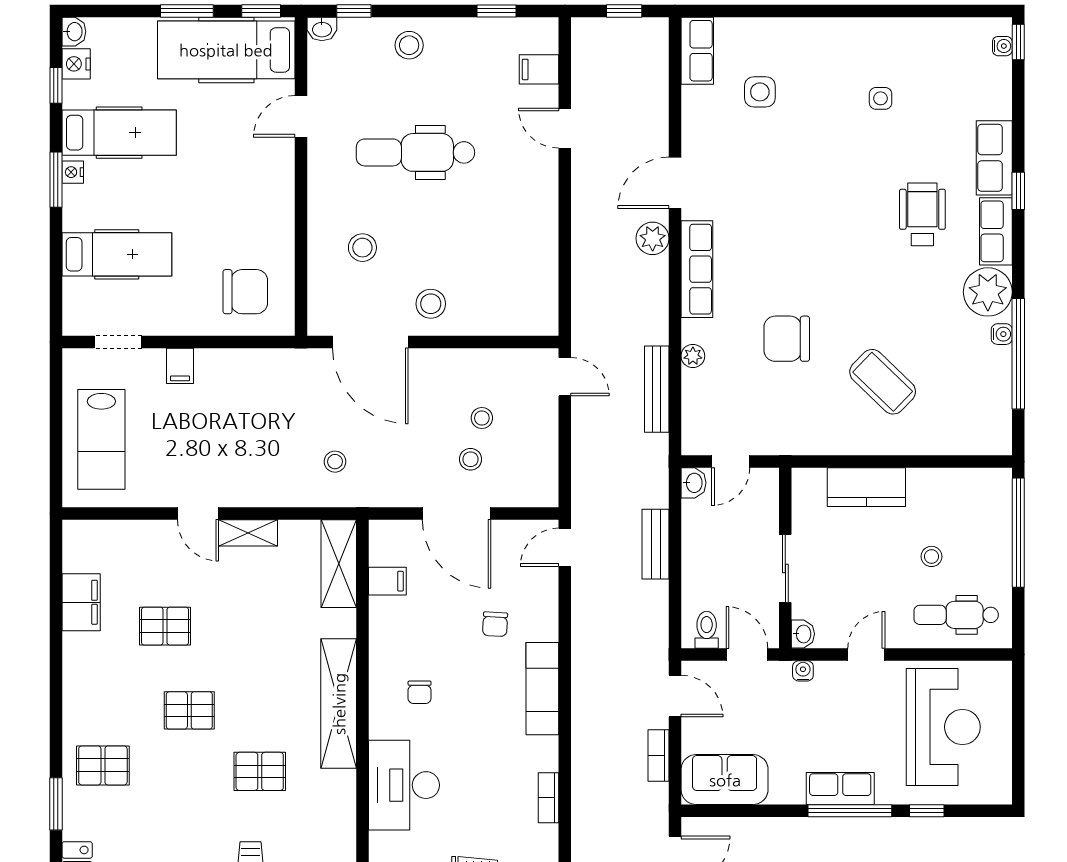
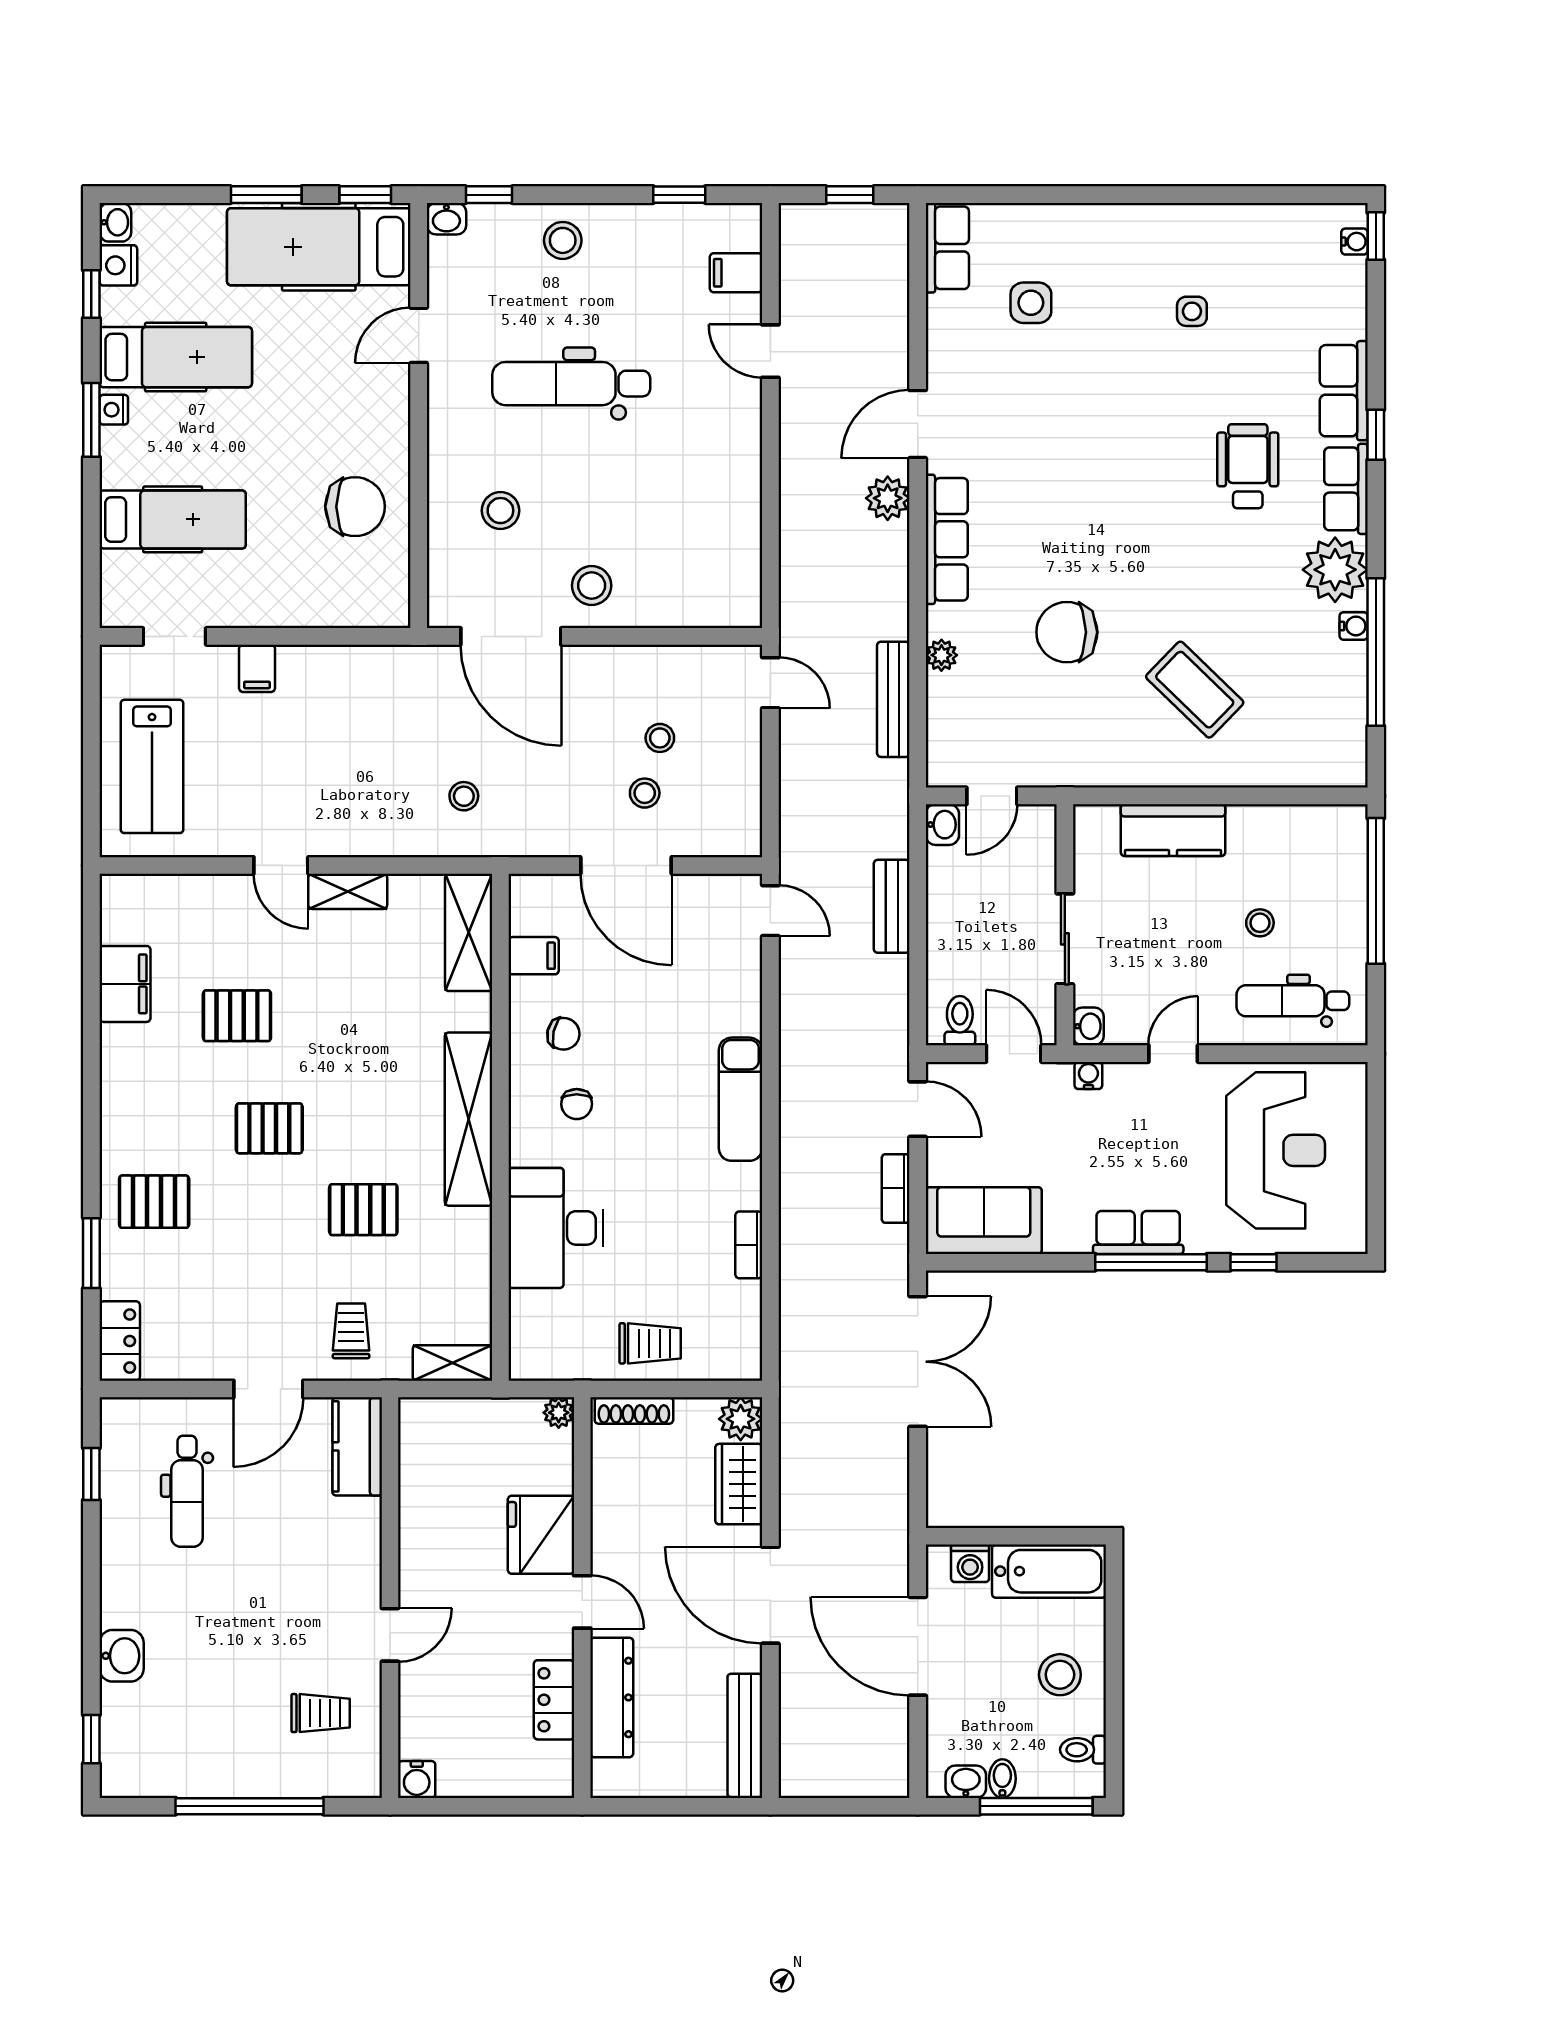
chair: (245, 292) -> (355, 507), moved
door: (565, 547) -> (770, 911), swing flipped
chair: (495, 624) -> (563, 1034), moved, turned -81

